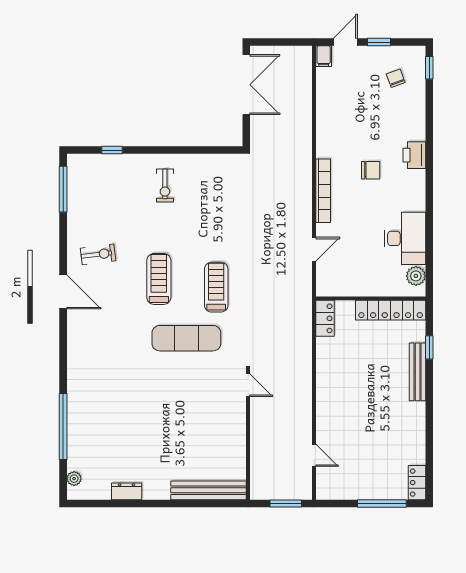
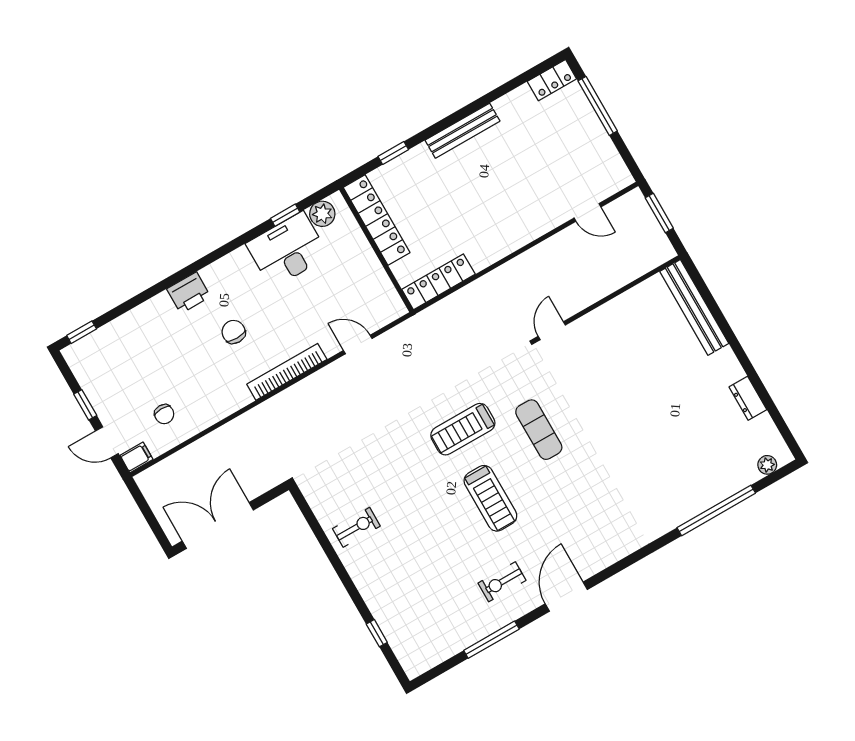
chair: (396, 78) -> (164, 414), moved, turned -71
exercise bike: (165, 186) -> (356, 527), moved
window: (63, 189) -> (491, 640), moved
window: (429, 250) -> (285, 215), added
exercise bike: (98, 254) -> (502, 582), turned -83
treadmill: (159, 279) -> (490, 498), turned -90
locker: (325, 318) -> (438, 282), width x1.53
exercise mat: (186, 338) -> (539, 430), width x0.73, depth x0.69
bench: (418, 372) -> (463, 131), moved
door: (314, 455) -> (587, 212), swing flipped

